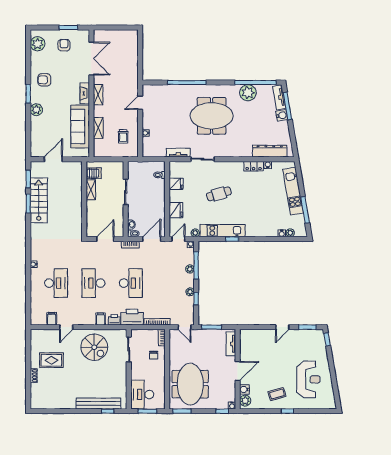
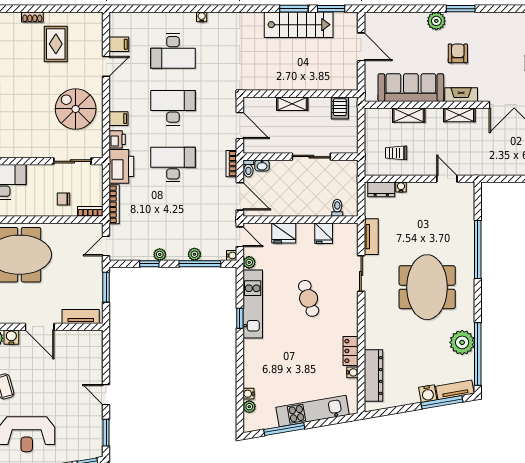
armchair: (44, 80) -> (458, 53), moved
dresser: (147, 146) -> (381, 189), added
shelving: (91, 190) -> (292, 104), moved
desk: (131, 283) -> (173, 165), turned 180
door: (66, 327) -> (106, 66), swing flipped
spiral stairs: (94, 347) -> (76, 109), turned 90

